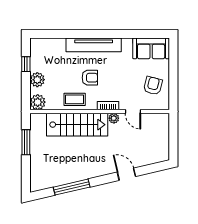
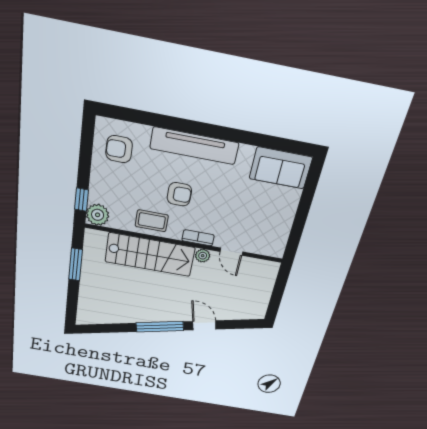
window: (26, 64) -> (81, 200), moved
plant: (37, 80) -> (100, 183), removed
armchair: (153, 86) -> (119, 149), moved, turned -104
window: (72, 187) -> (160, 327), moved

